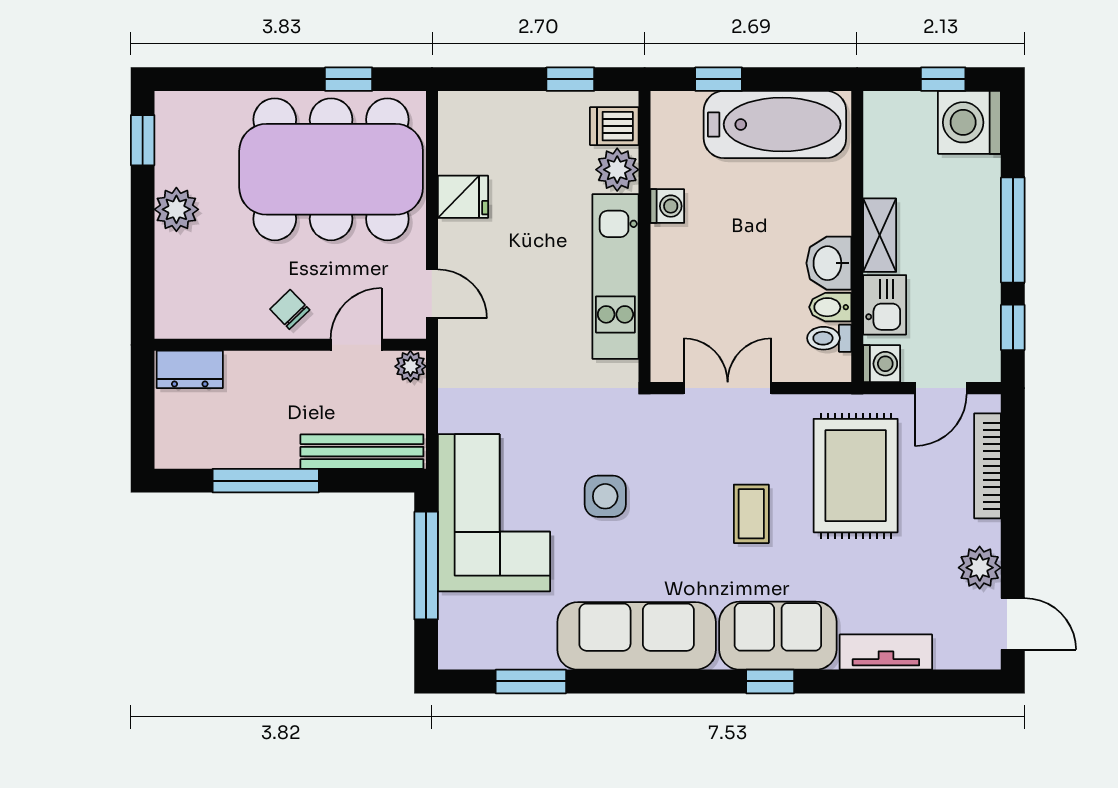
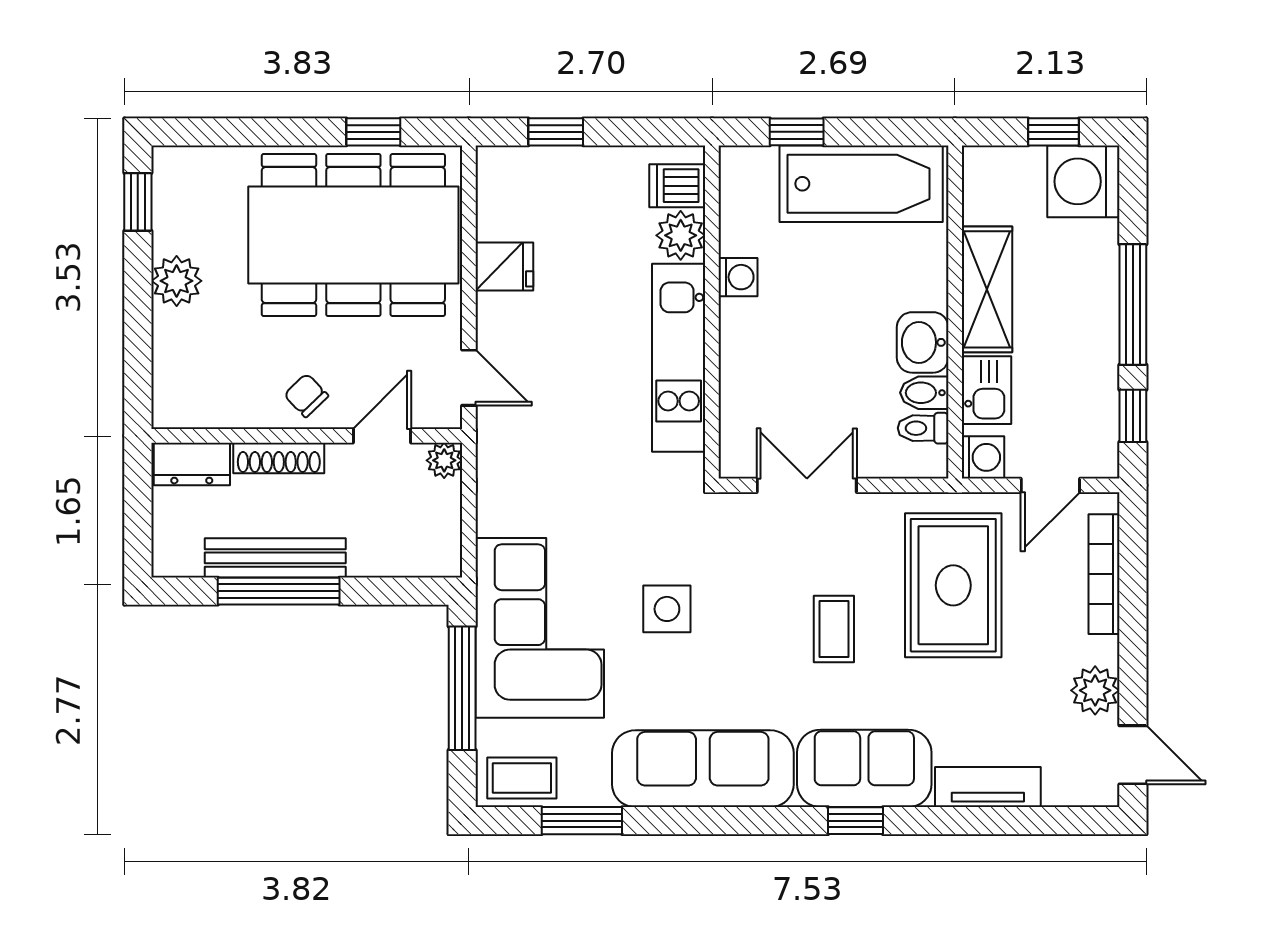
window: (570, 79) -> (556, 132), moved
shelving: (880, 235) -> (987, 289), width x1.50, depth x1.33
shoe rack: (266, 364) -> (279, 458), added
bench: (362, 452) -> (275, 558), moved
coffee table: (478, 644) -> (522, 778), added

